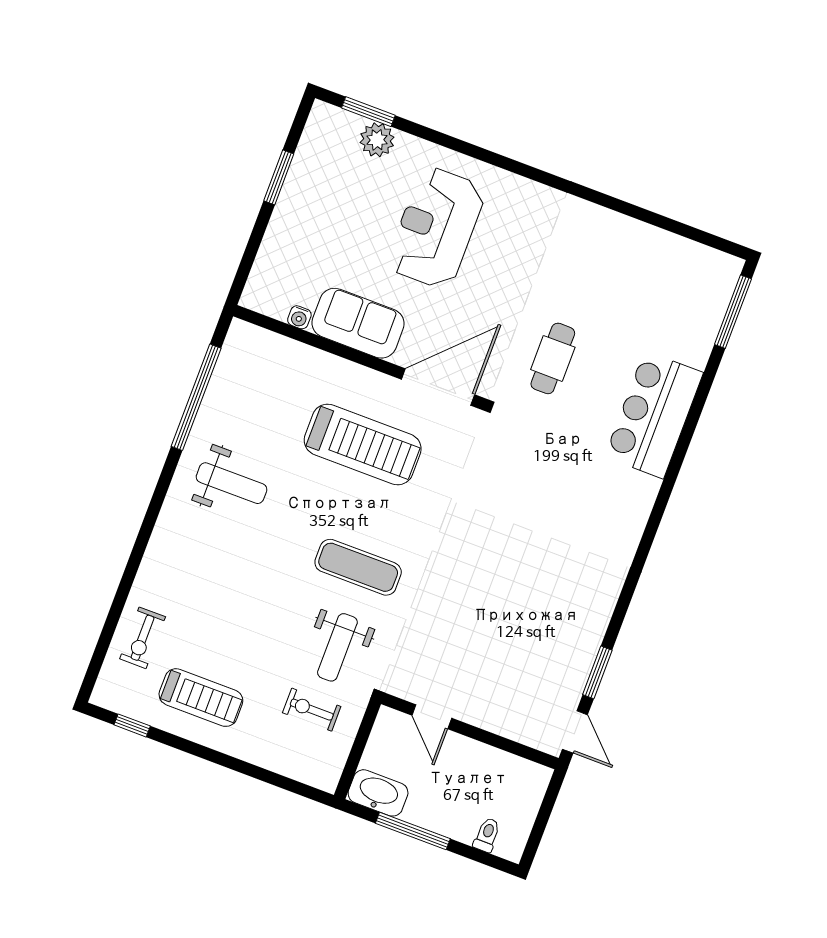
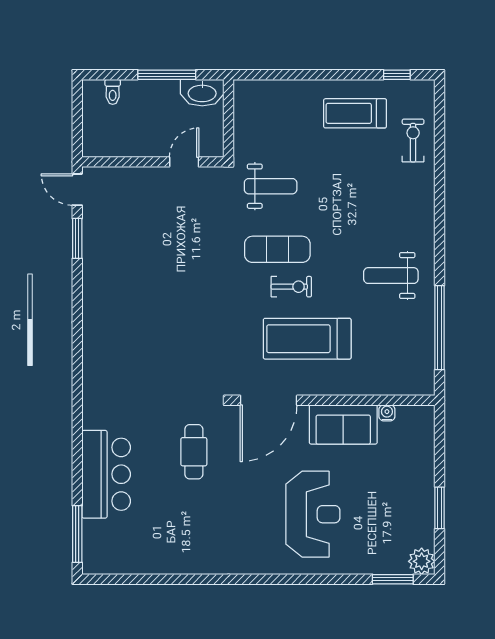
plant: (377, 140) -> (422, 561), moved
bar counter: (654, 415) -> (106, 474), moved
weight bench: (337, 647) -> (271, 186), turned 90
exercise bike: (312, 710) -> (291, 287), moved
door: (432, 717) -> (184, 162), hinge flipped

